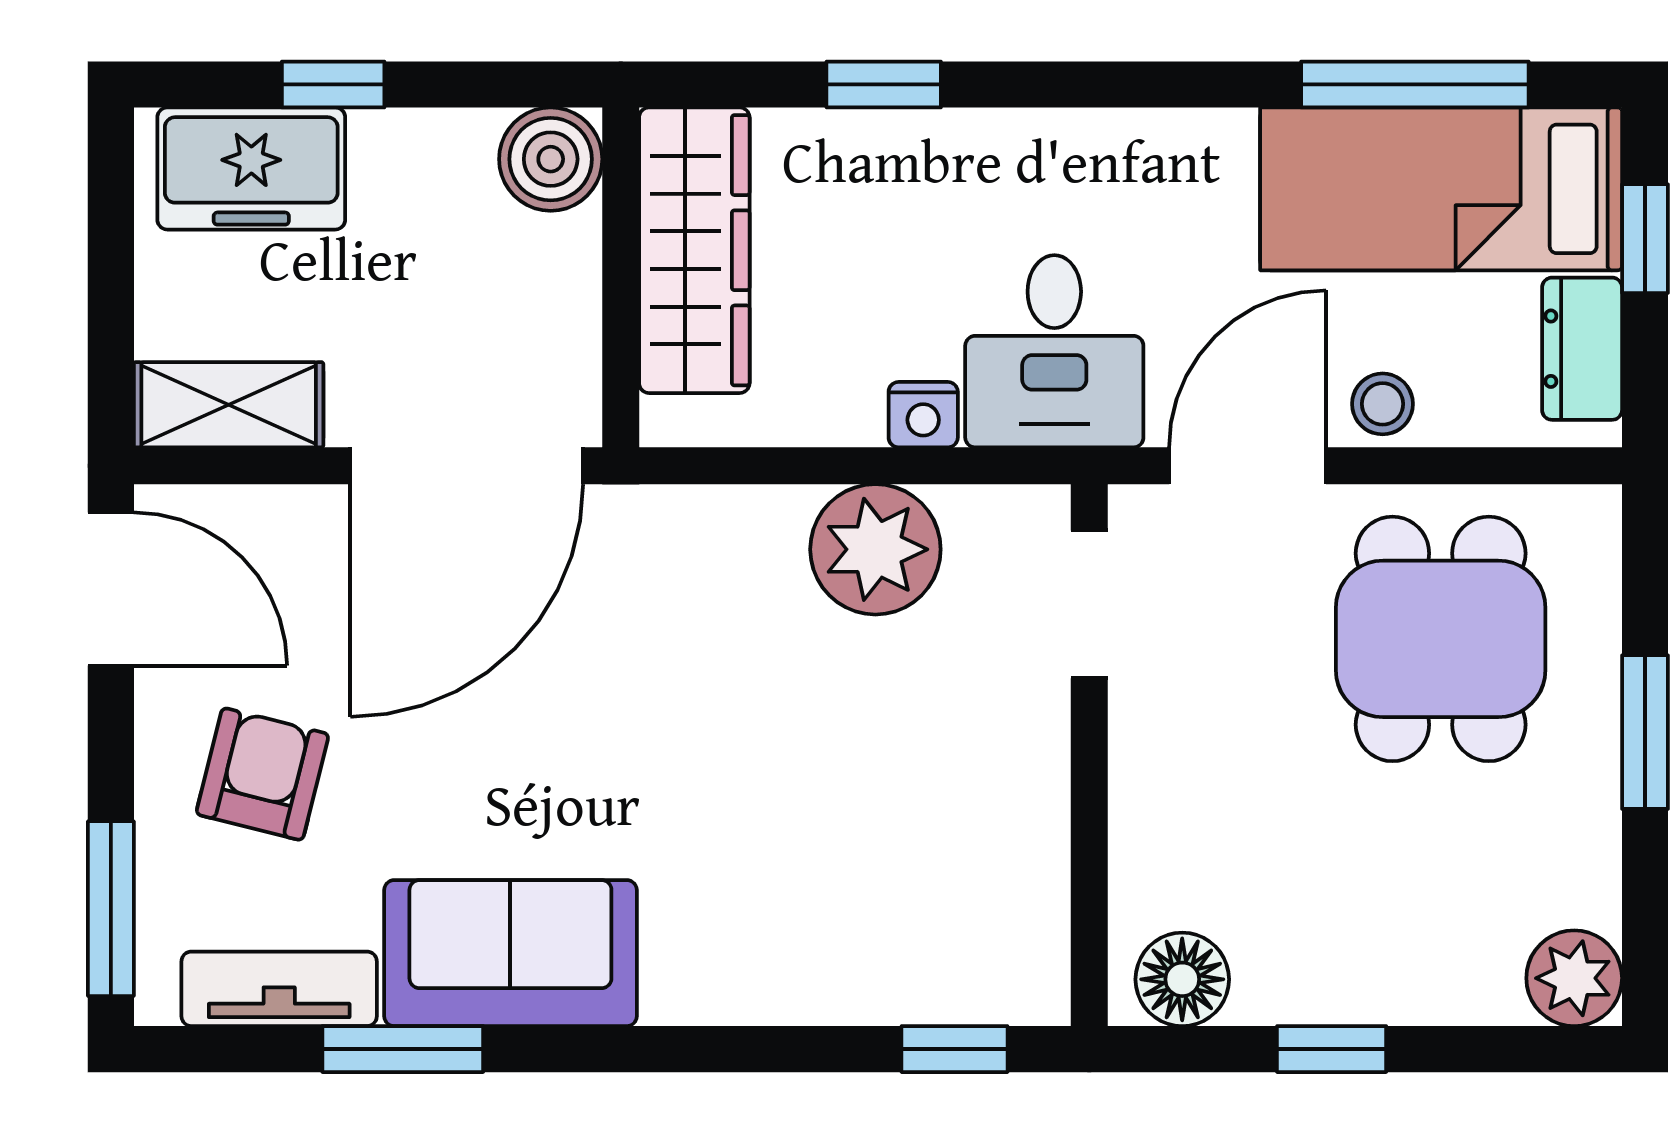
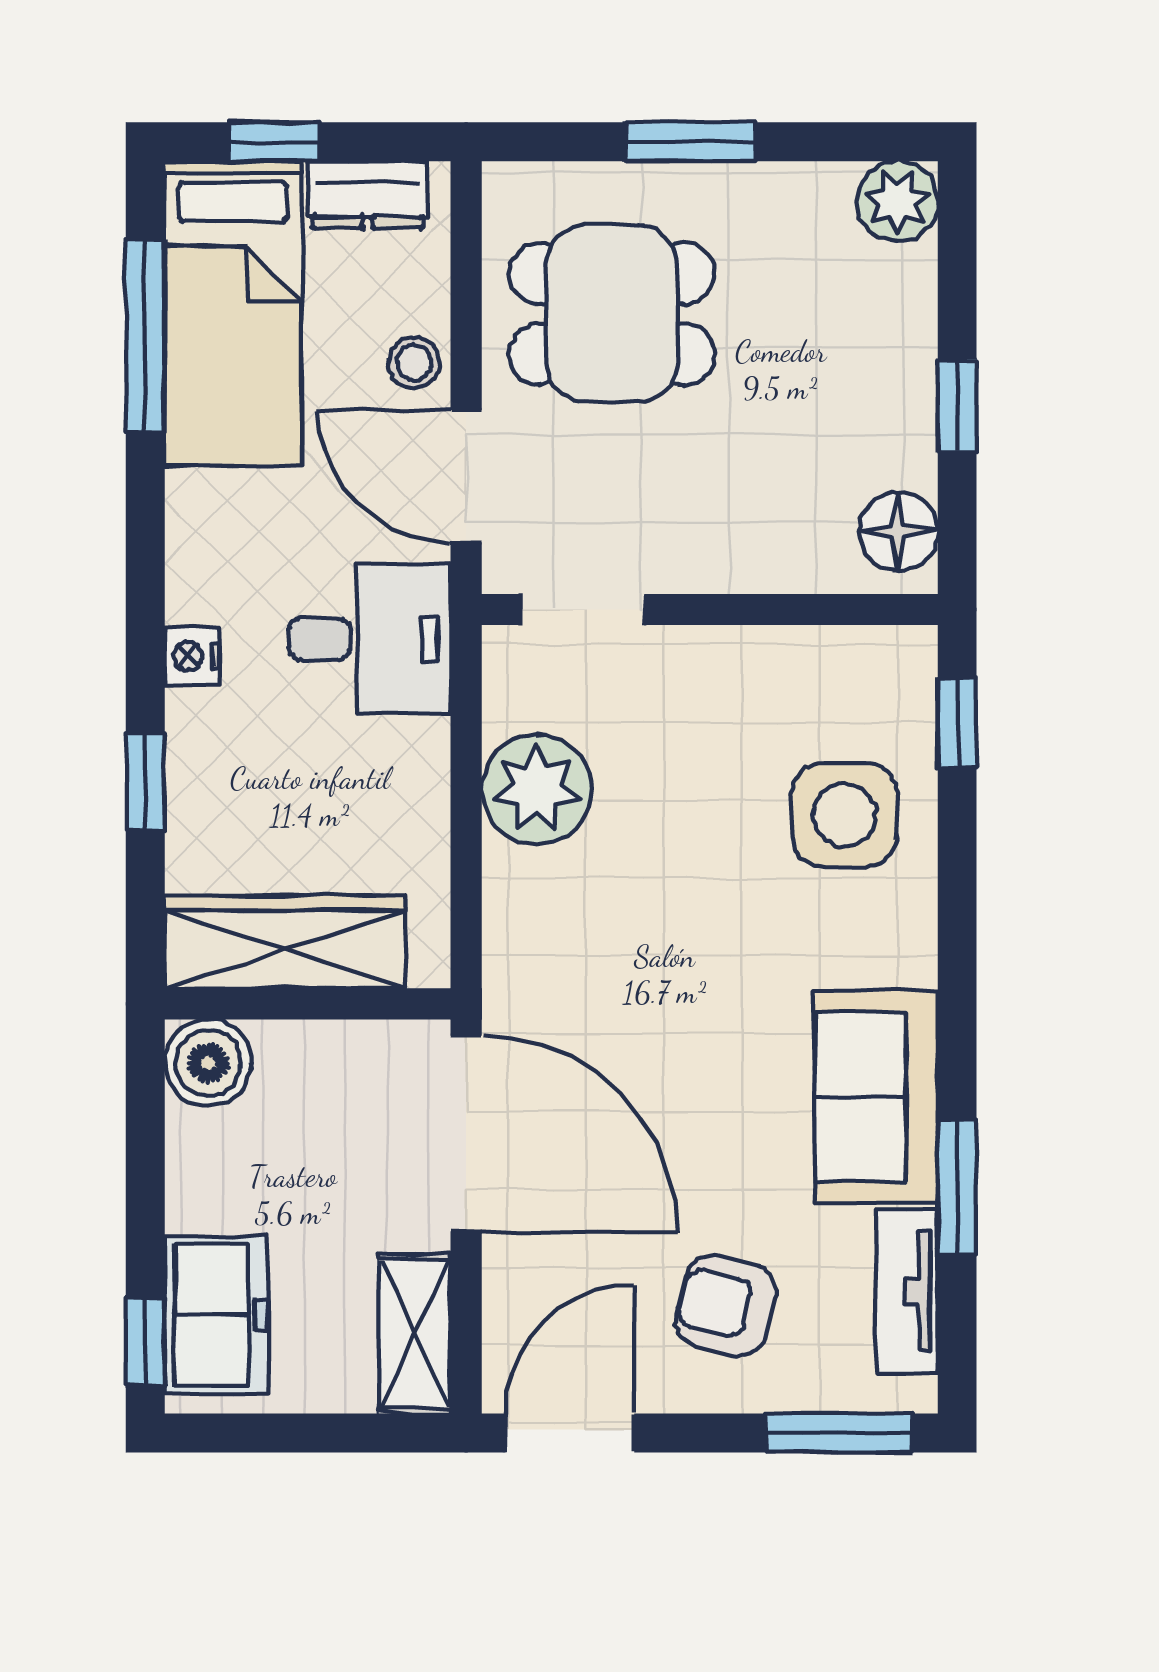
window: (333, 84) -> (145, 1342), moved
nightstand: (923, 415) -> (192, 656), moved, turned 180
side table: (845, 915) -> (844, 815), added

